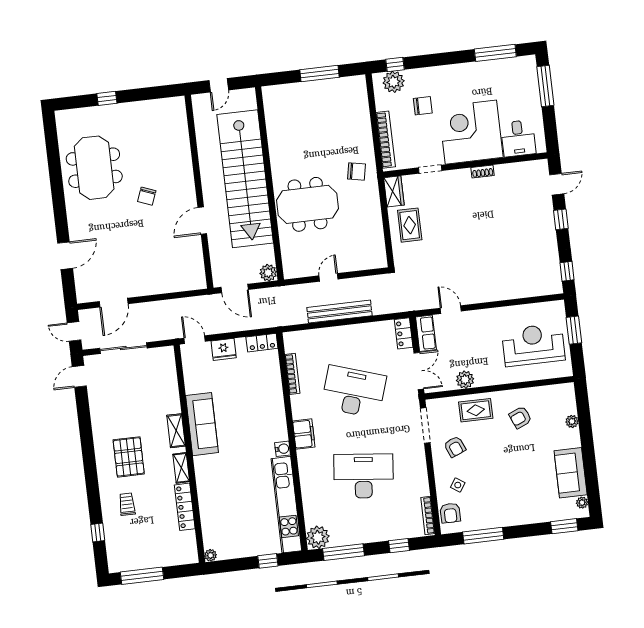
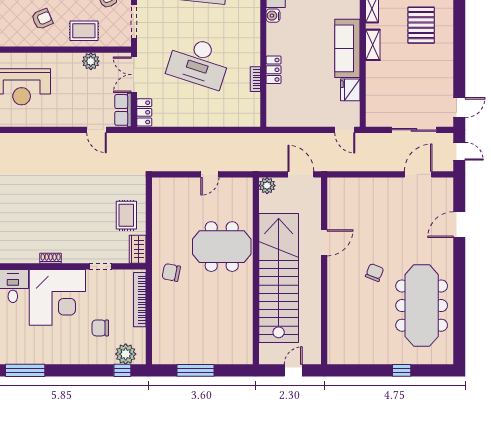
meeting table: (94, 168) -> (422, 306), width x1.36
bench: (339, 312) -> (203, 140), removed
locker: (262, 343) -> (274, 70), moved, turned 90
fridge: (224, 349) -> (350, 90), moved, turned -90
bookcase: (292, 374) -> (255, 79), width x0.64
filing cabinet: (304, 434) -> (251, 27), removed

